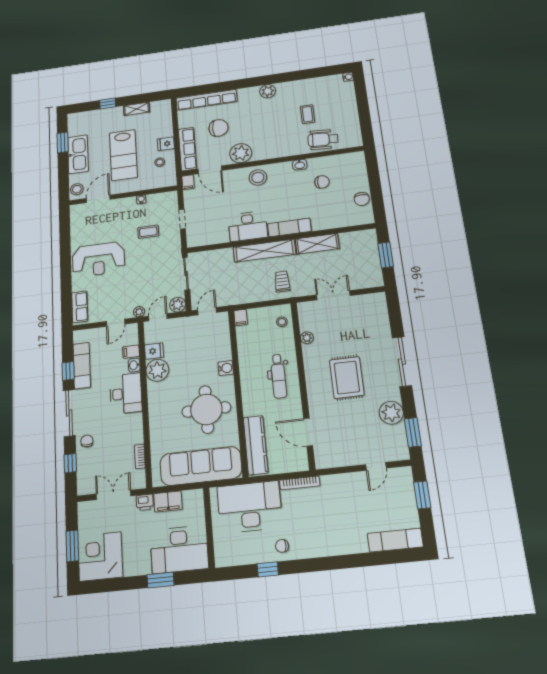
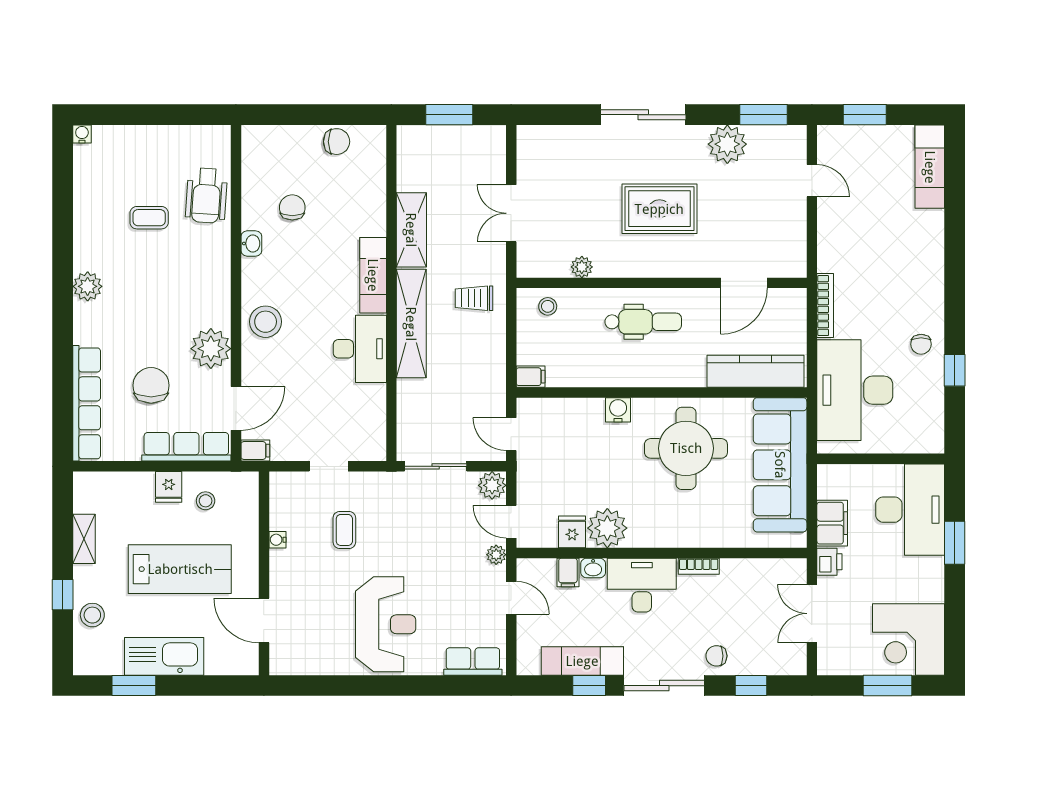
stool: (77, 189) -> (92, 615), moved
bookcase: (140, 456) -> (699, 566), moved

